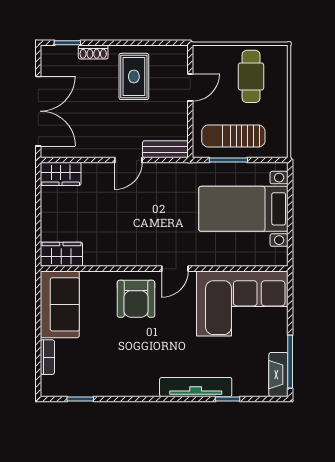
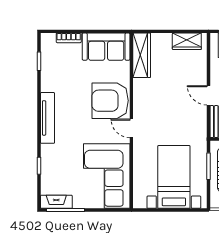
wardrobe: (61, 174) -> (187, 41), moved, turned -90
wardrobe: (61, 254) -> (142, 55), width x1.50
armchair: (136, 299) -> (110, 101), width x1.36, depth x1.36
tv unit: (196, 387) -> (47, 118), moved

